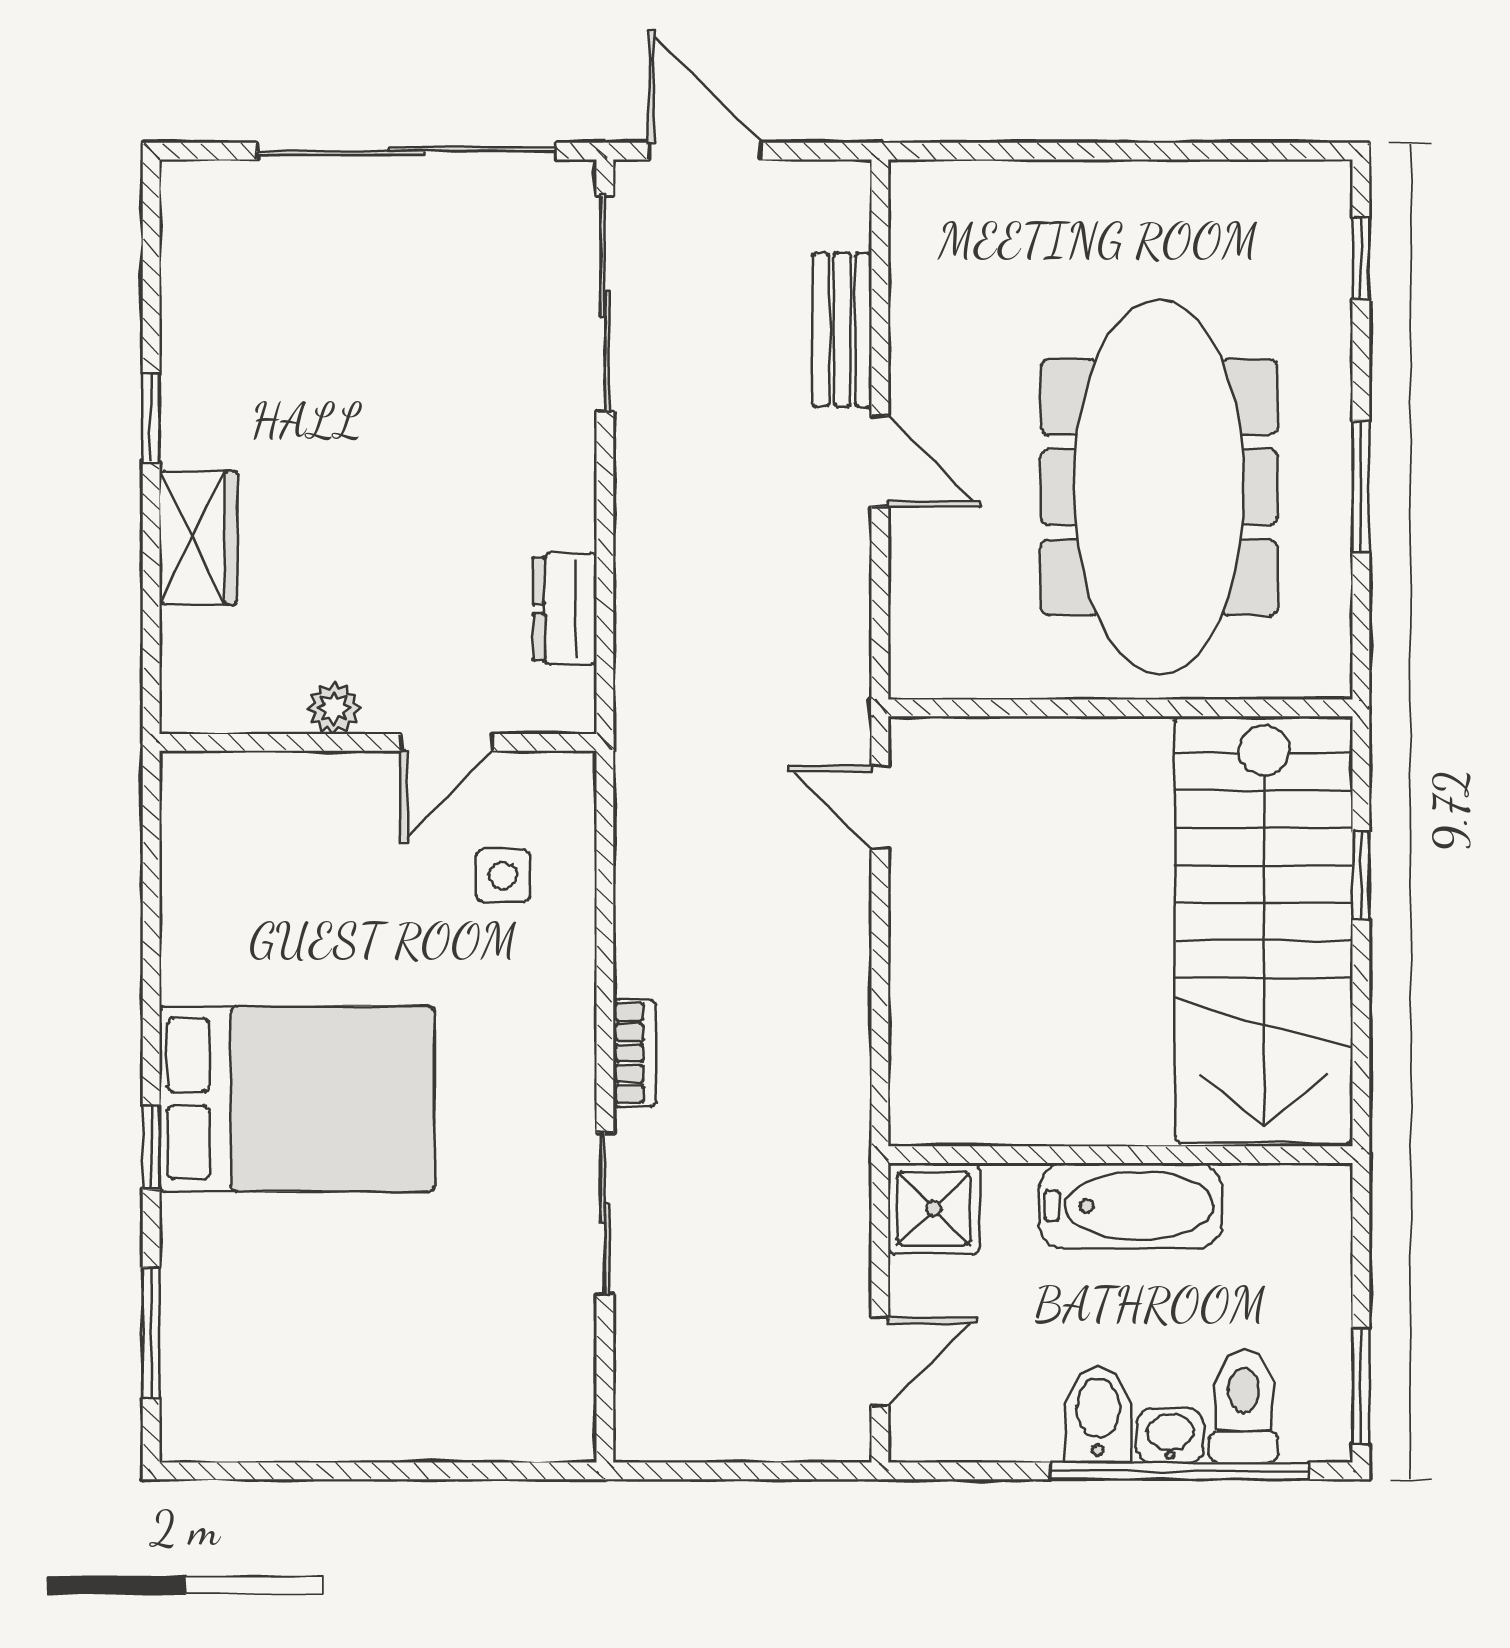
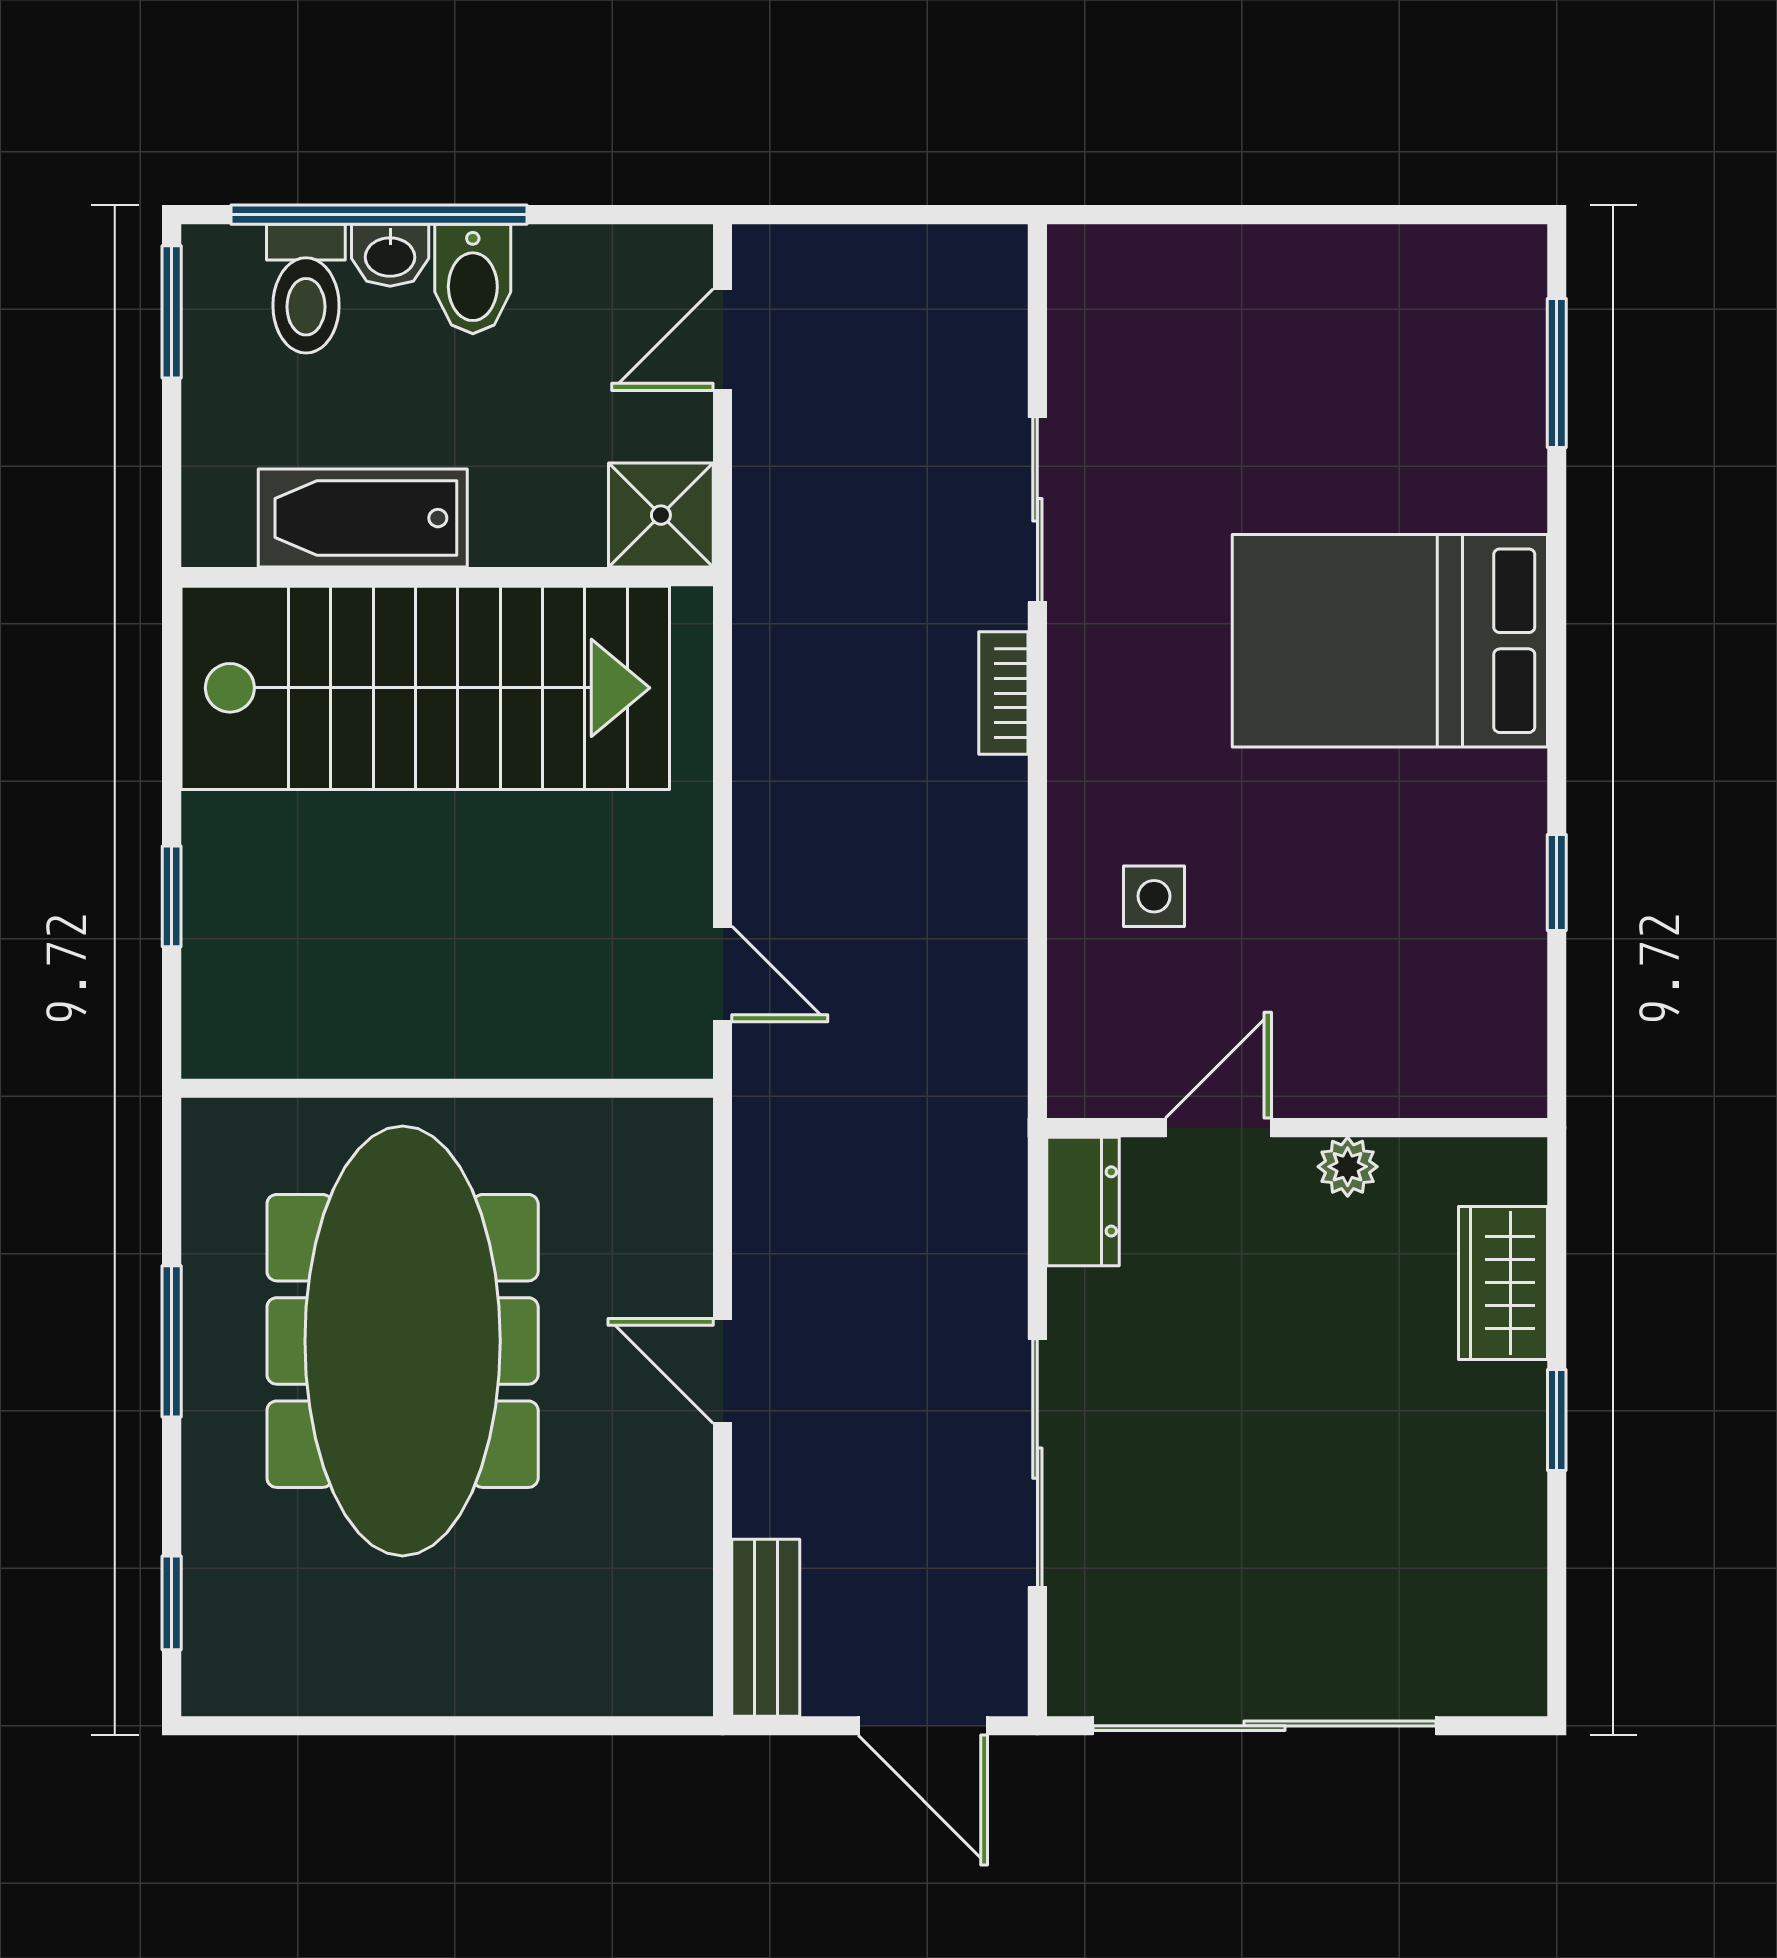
sliding door: (605, 304) -> (1037, 1463), moved
bench: (842, 330) -> (766, 1628), moved
plant: (334, 708) -> (1348, 1167), moved
wall: (378, 742) -> (1297, 1128), moved
door: (447, 742) -> (1218, 1128), moved
stairs: (1264, 929) -> (425, 688), moved, turned 90
window: (151, 1147) -> (1557, 883), moved
bathtub: (1130, 1206) -> (363, 518), moved

